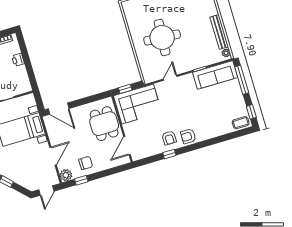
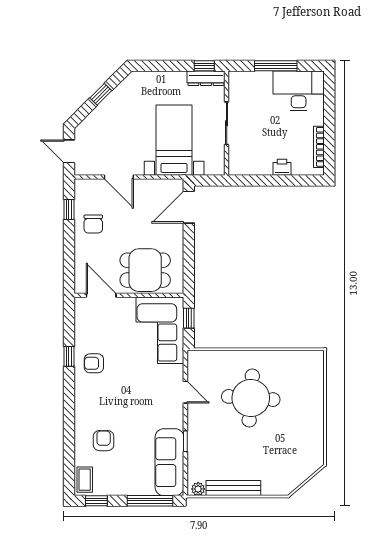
armchair: (188, 136) -> (104, 441), moved
plant: (66, 175) -> (84, 188), removed

